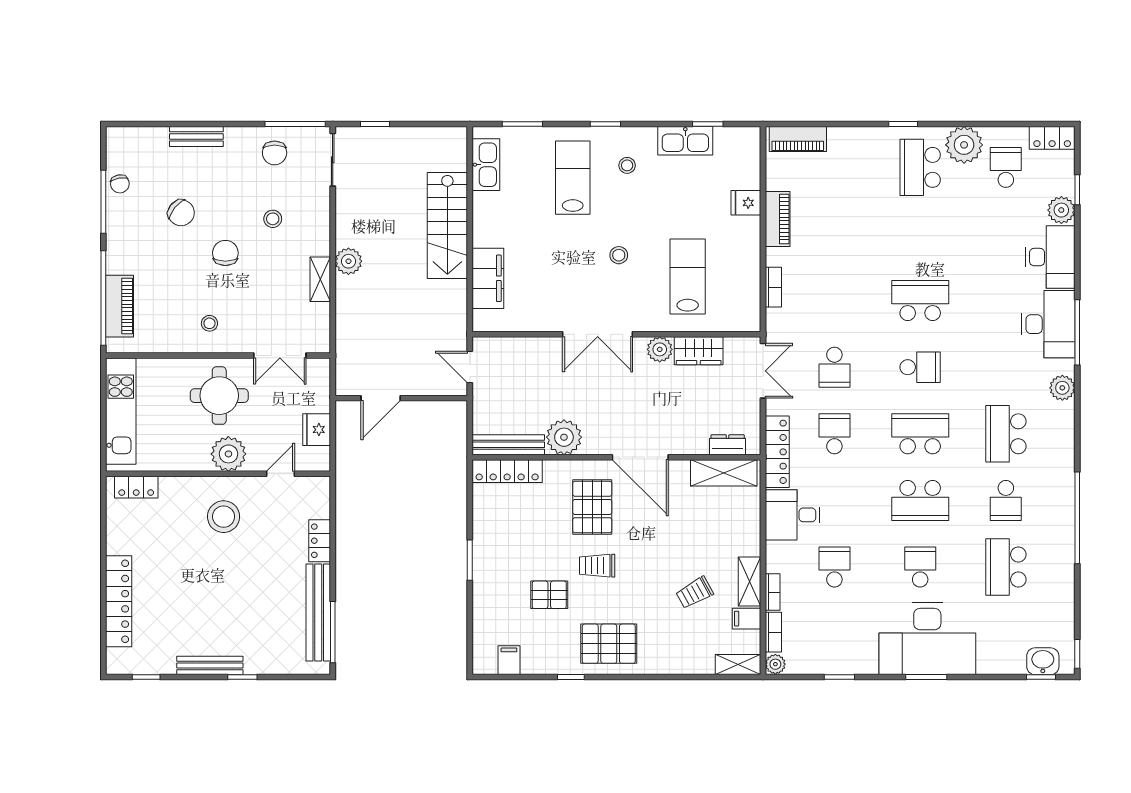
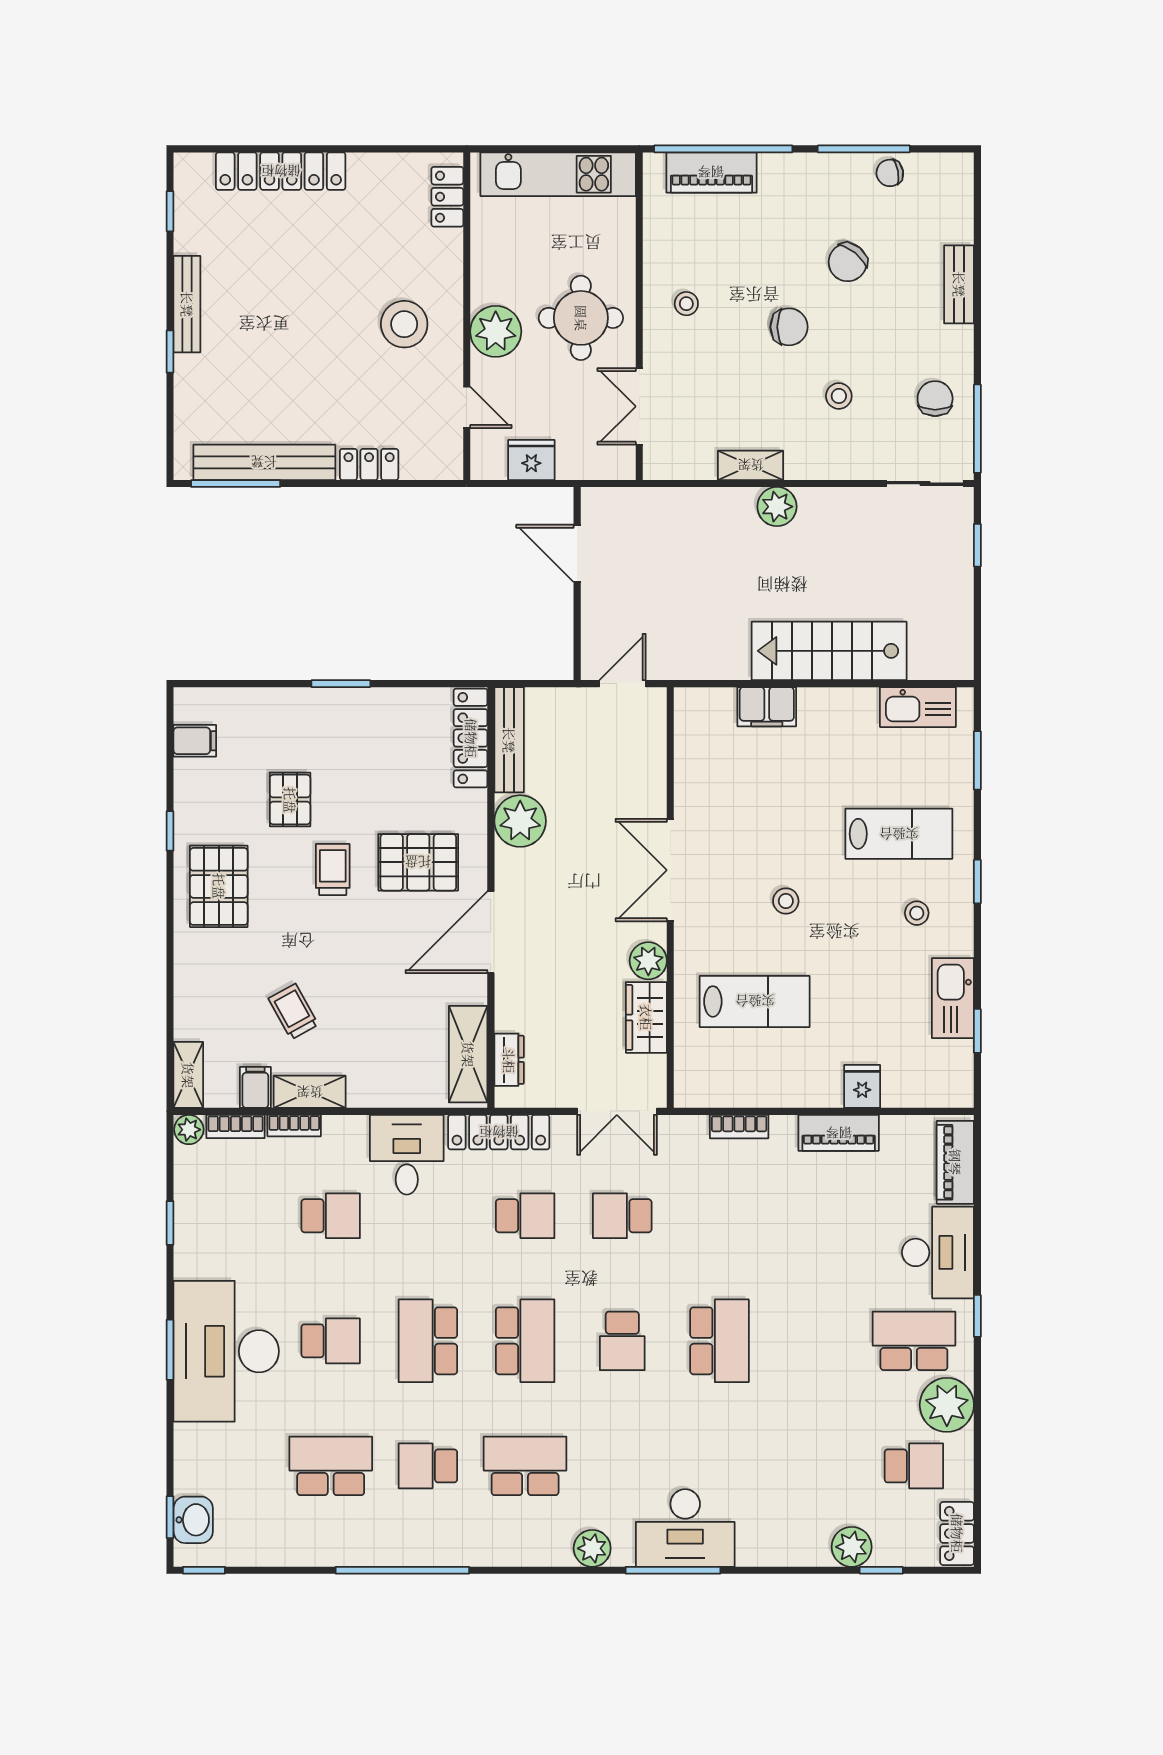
chair: (275, 153) -> (935, 399), turned 90
desk: (1050, 257) -> (938, 1252), moved, turned -90
filing cabinet: (488, 278) -> (767, 707), width x0.67, depth x0.86

